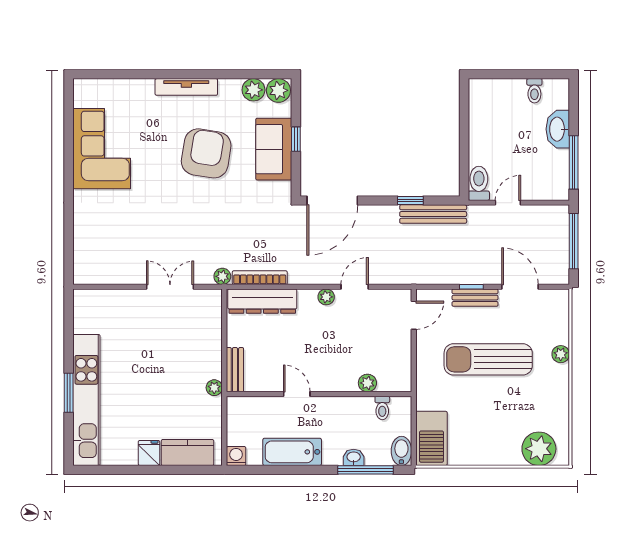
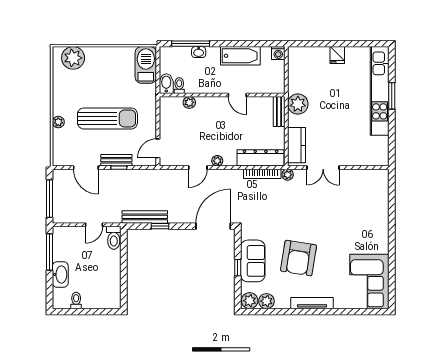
corner sofa: (102, 149) -> (369, 282), moved
plant: (214, 388) -> (298, 104), width x1.87, depth x1.87
bidet: (401, 451) -> (166, 84), moved, turned 180
kitchen counter: (188, 453) -> (297, 145), moved, turned -90

